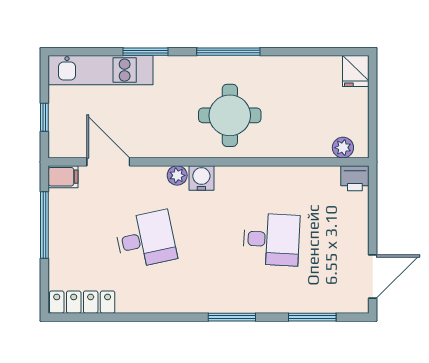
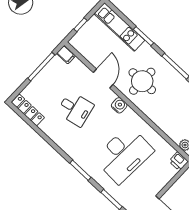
round table: (230, 115) -> (142, 81), moved
door: (108, 162) -> (103, 78), moved
plant: (177, 175) -> (111, 96), removed
desk: (271, 239) -> (124, 155), width x1.87, depth x1.30

